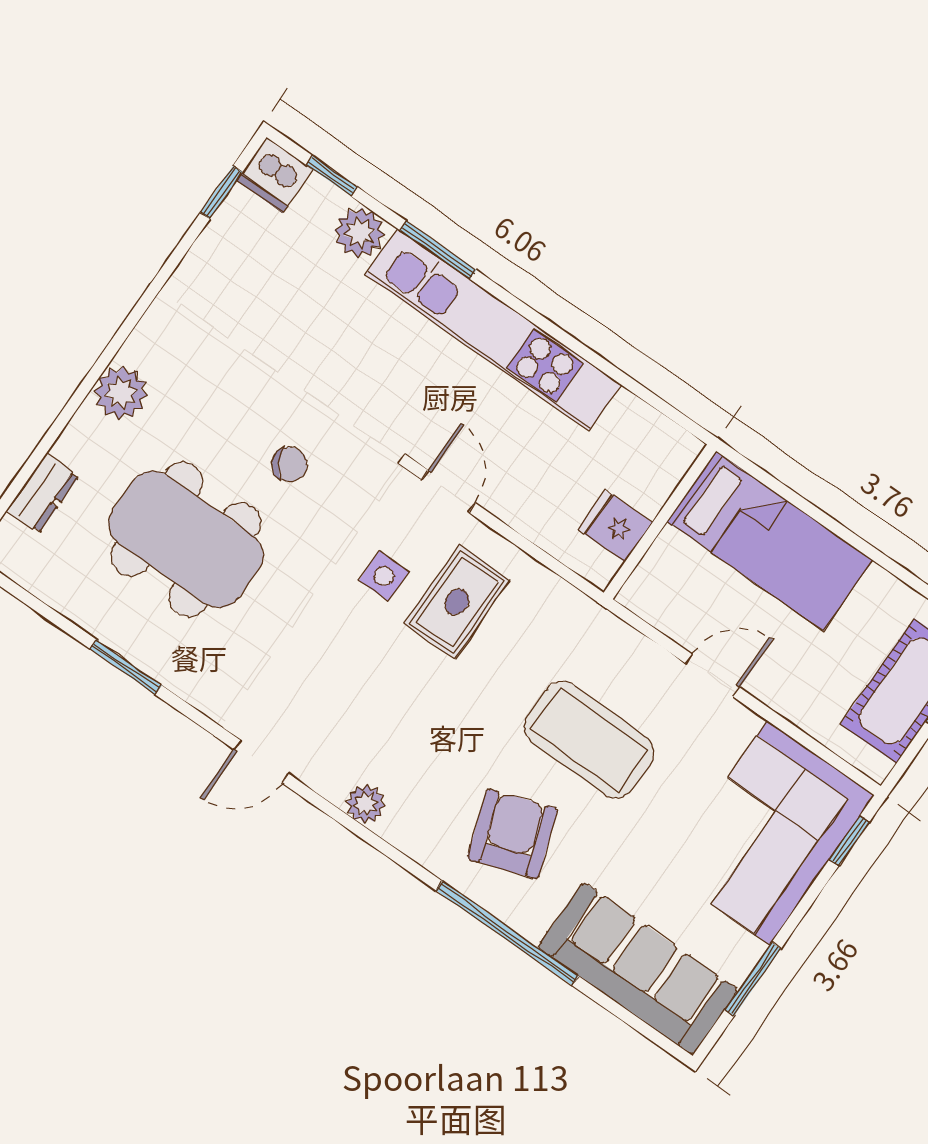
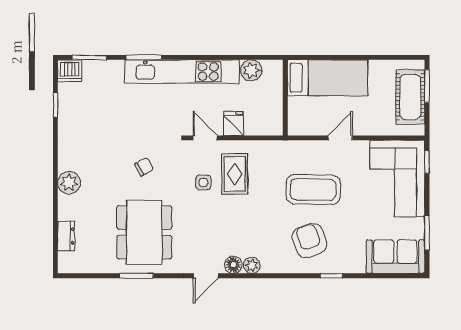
window: (332, 176) -> (89, 57), width x1.50
window: (221, 192) -> (55, 105), moved
plant: (359, 233) -> (251, 70), moved
fridge: (615, 526) -> (234, 124), moved, turned 90
dining table: (186, 539) -> (144, 232), moved, turned 90
floor lamp: (330, 778) -> (233, 265), added
window: (507, 933) -> (331, 276), width x0.32
sofa: (638, 969) -> (395, 257), width x0.73

